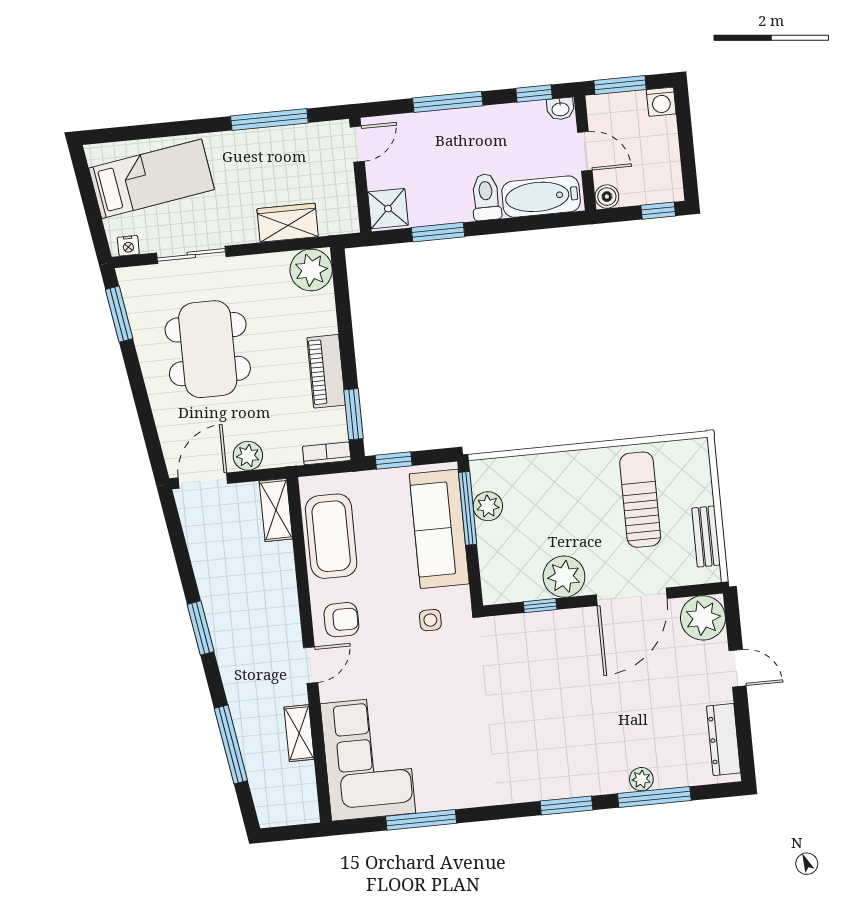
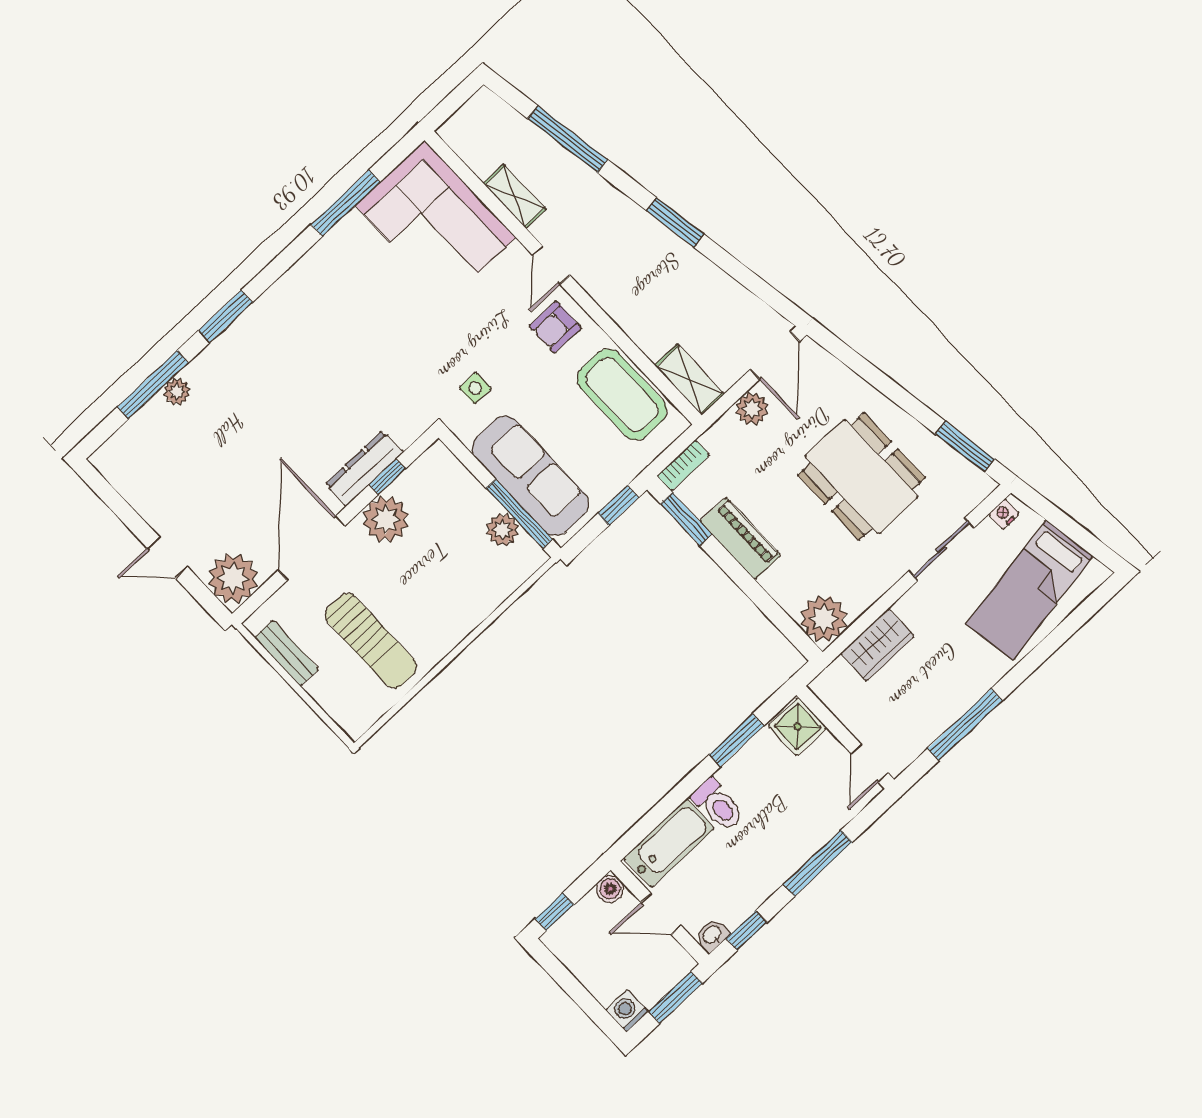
dresser: (724, 739) -> (364, 468), moved, turned -90

